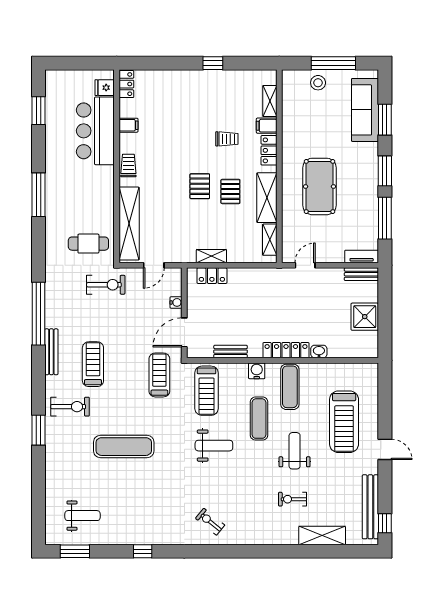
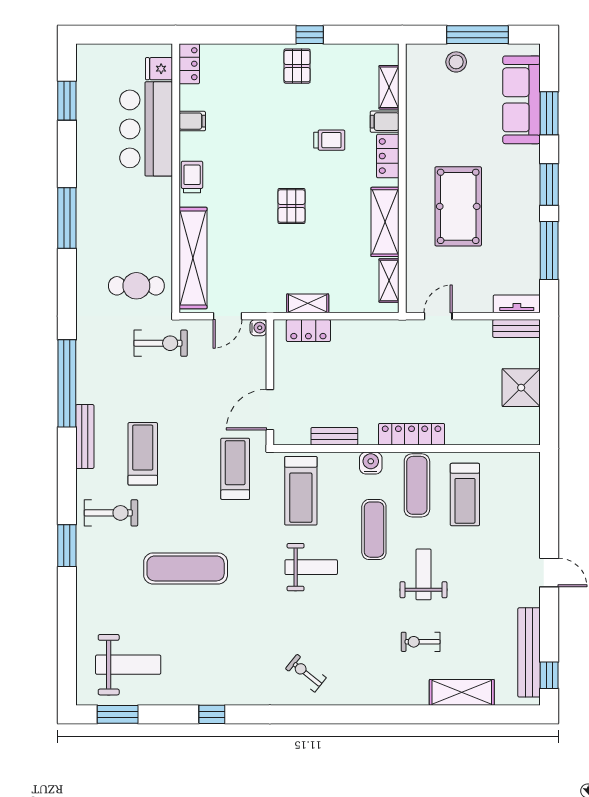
pallet: (230, 191) -> (297, 66), moved
water cooler: (176, 302) -> (258, 328), moved
washbasin: (319, 351) -> (457, 436), removed
treadmill: (344, 422) -> (465, 495), moved, width x0.73, depth x0.73
weight bench: (82, 516) -> (128, 665), width x1.36, depth x1.33

